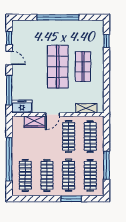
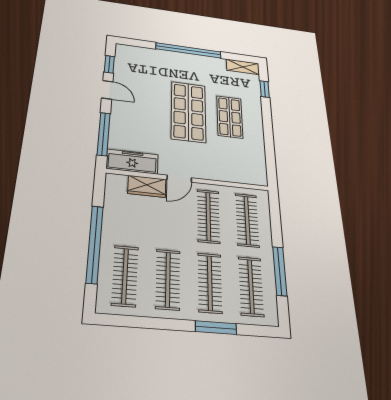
freezer: (22, 107) -> (132, 161), width x1.40
shelving: (86, 108) -> (243, 67), moved

